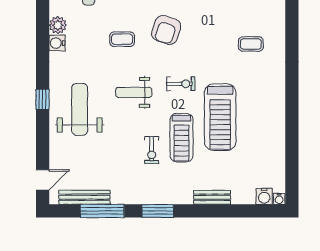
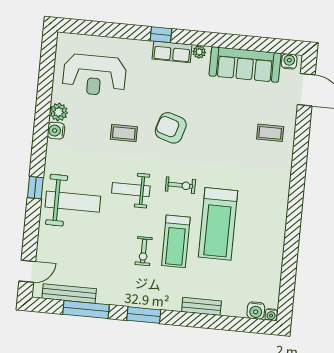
armchair: (166, 30) -> (171, 128), turned 88
coffee table: (251, 44) -> (270, 133), moved
weight bench: (80, 109) -> (73, 202), turned 90

